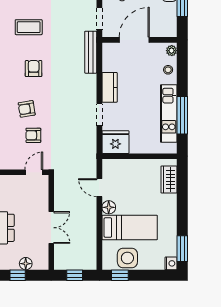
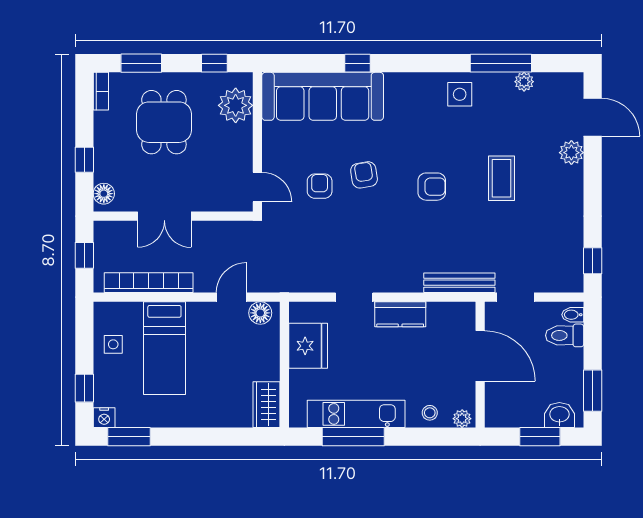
fridge: (115, 142) -> (308, 346), moved
wardrobe: (169, 179) -> (267, 405), moved, turned -90
floor lamp: (109, 207) -> (260, 313), moved
bookcase: (91, 237) -> (149, 283), added
side table: (127, 258) -> (113, 344), width x0.54, depth x0.54
floor lamp: (26, 264) -> (104, 194), moved
window: (120, 275) -> (84, 388), moved

